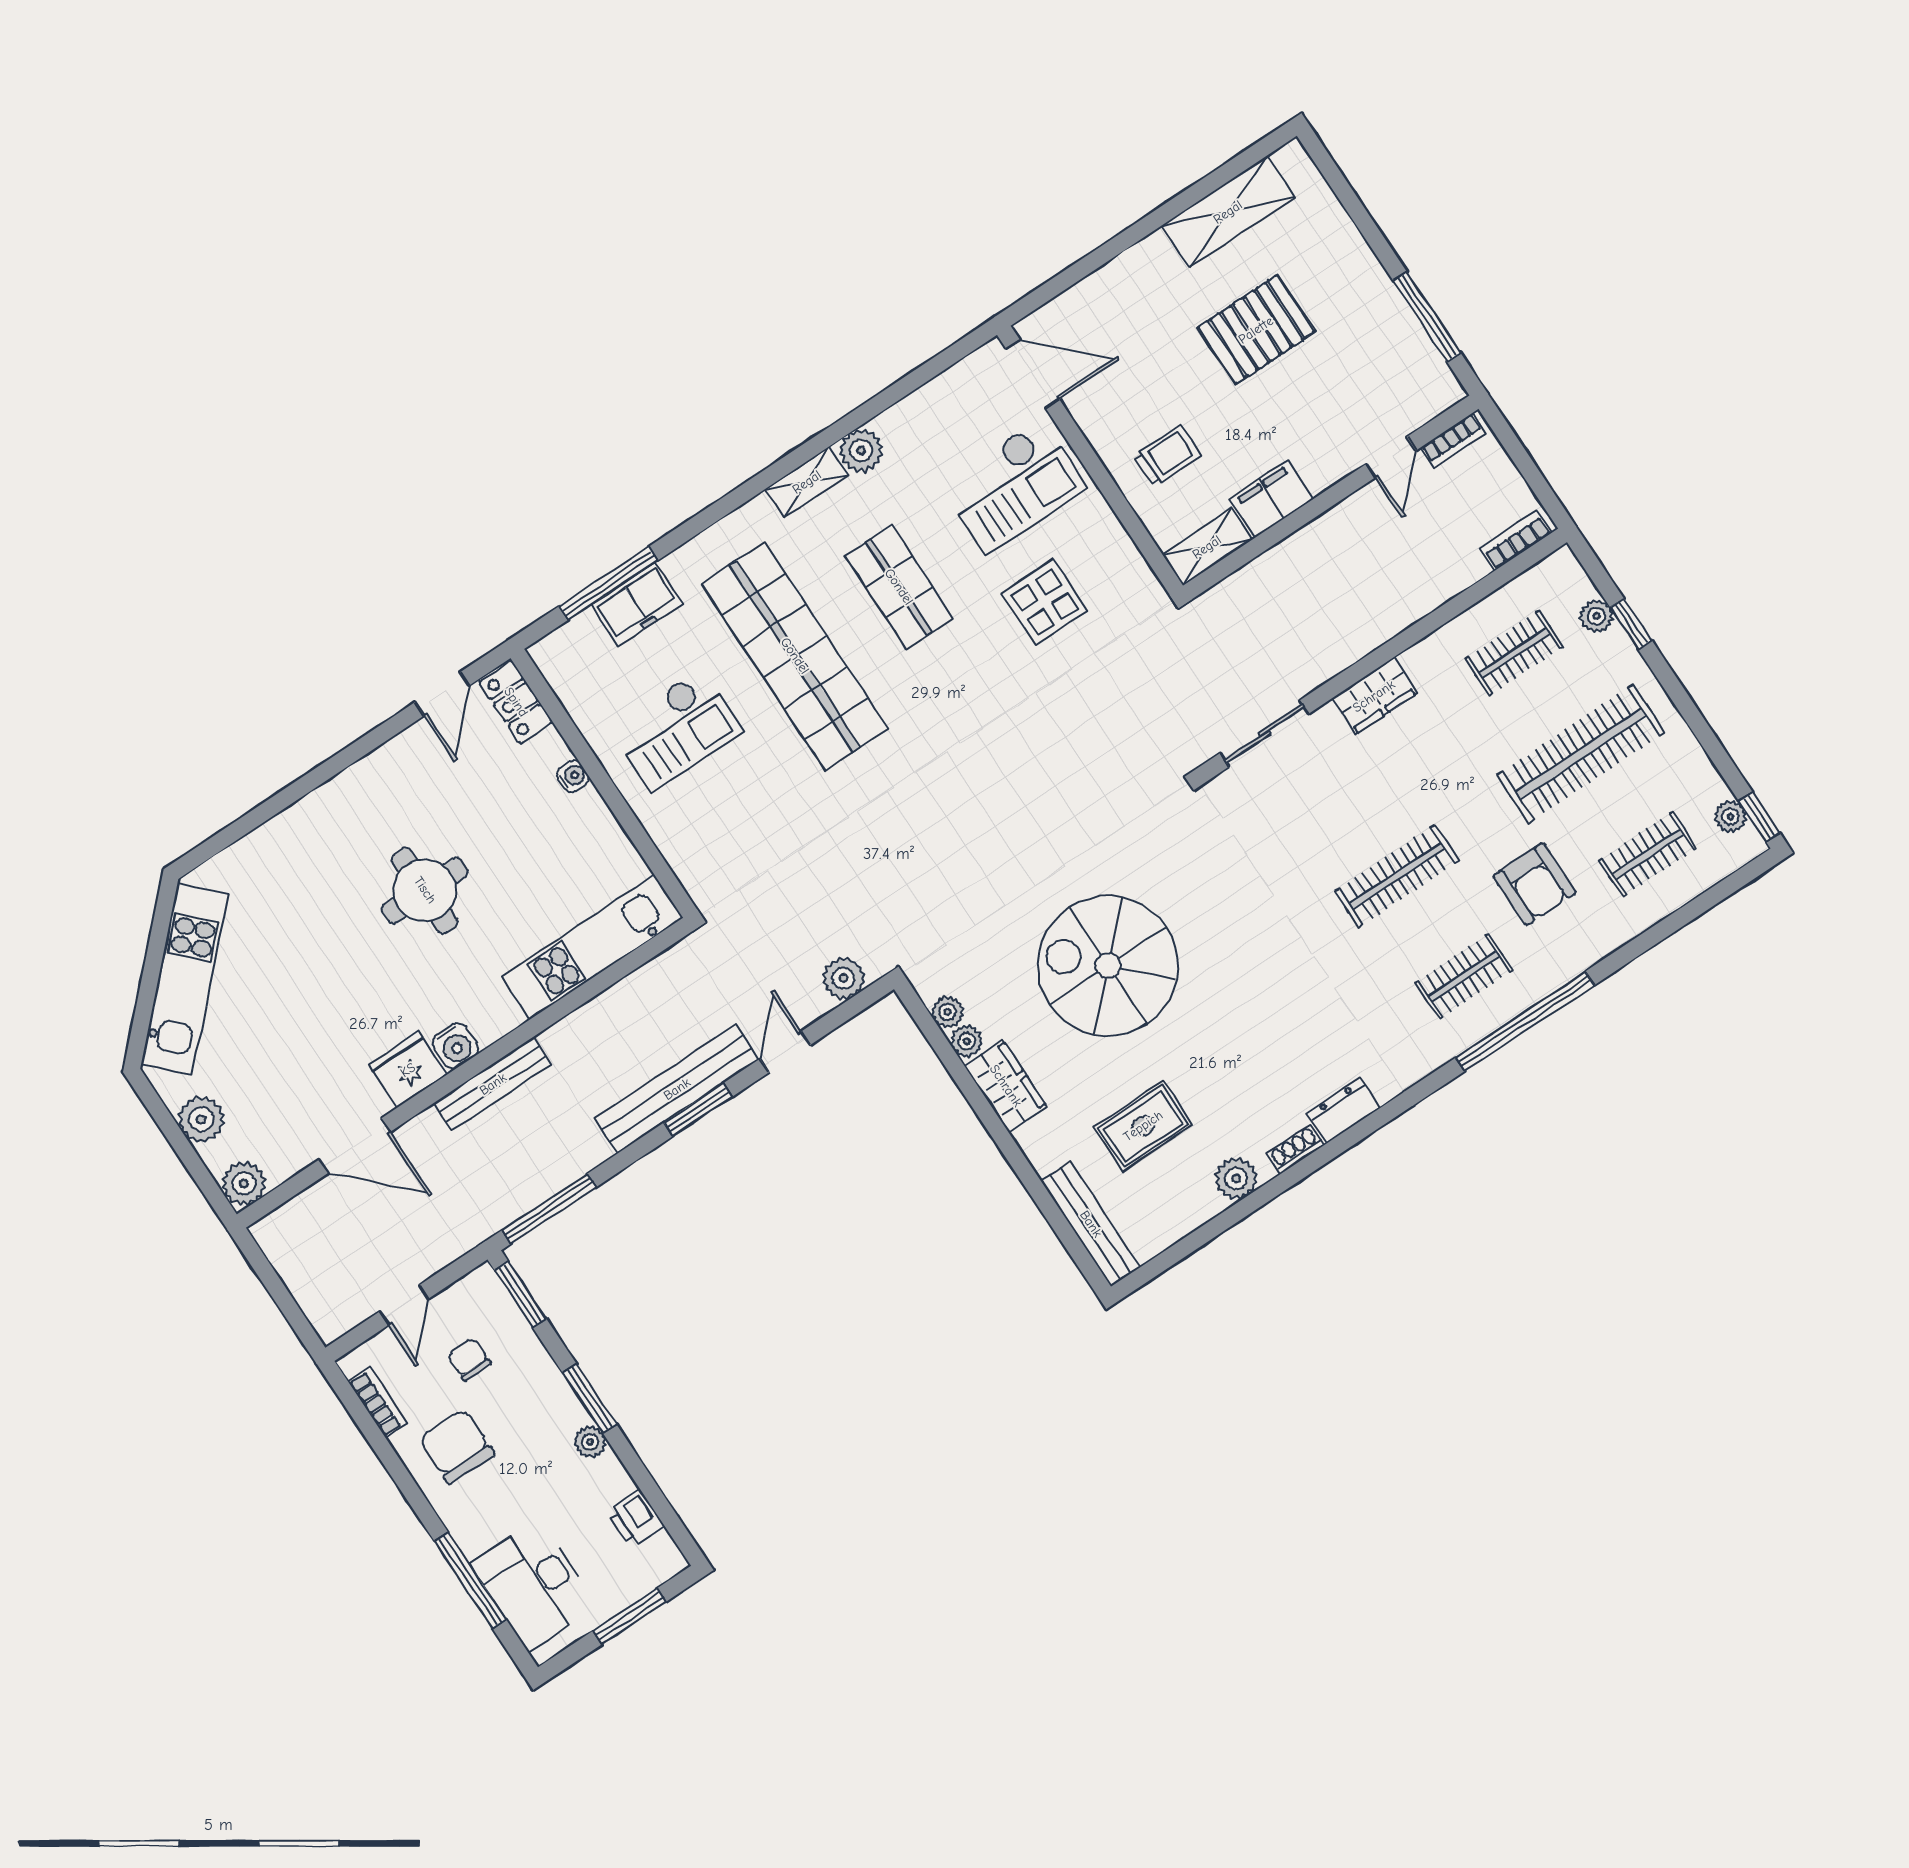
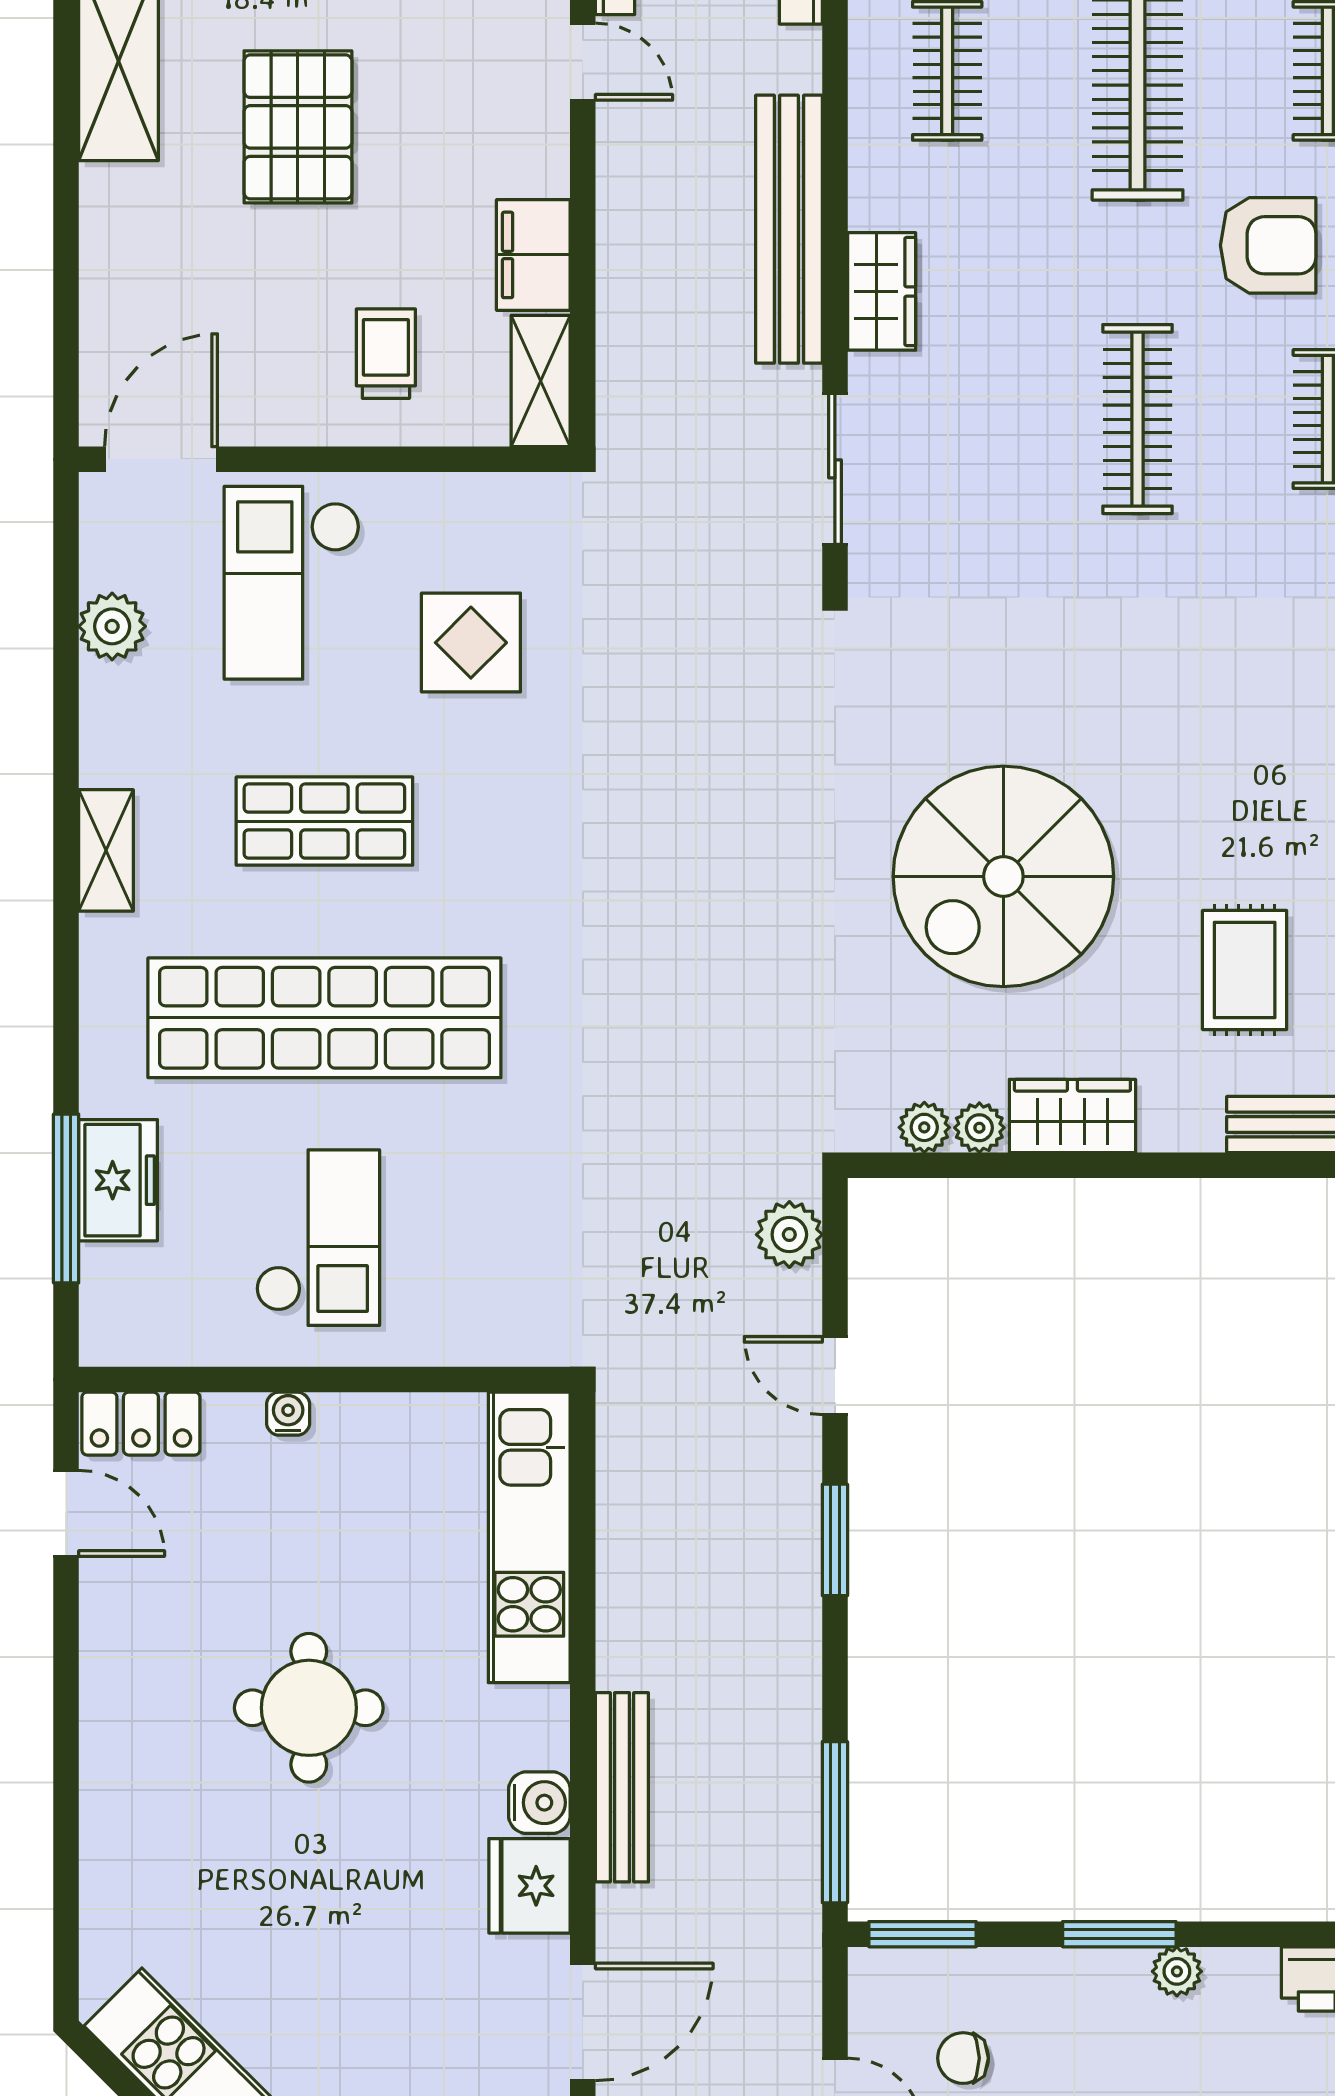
plant: (861, 451) -> (112, 626), moved
checkout: (1013, 486) -> (292, 583), turned 180
bench: (677, 1089) -> (789, 229), moved

